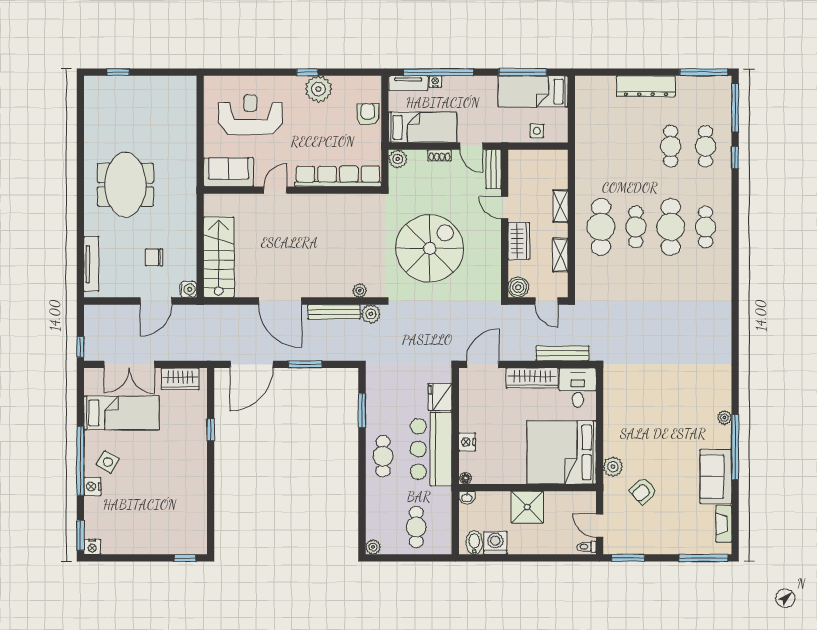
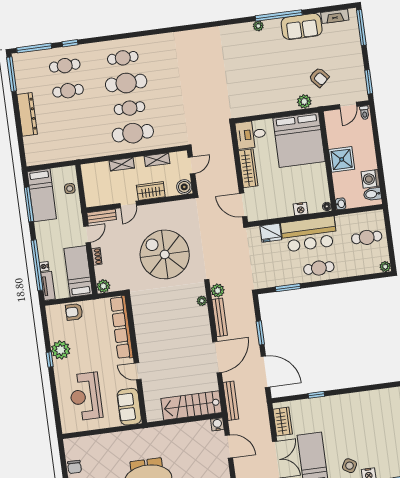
chair: (154, 257) -> (74, 467), moved
bench: (562, 353) -> (231, 401), moved

